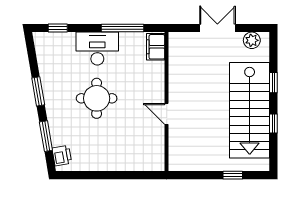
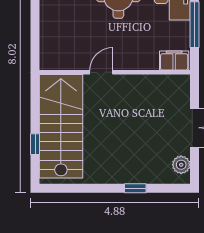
stairs: (250, 110) -> (61, 126), moved, turned 90
window: (273, 123) -> (91, 188), removed

